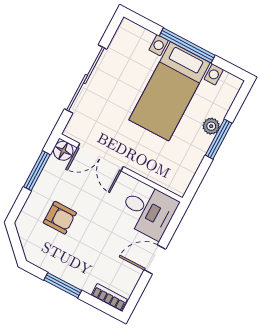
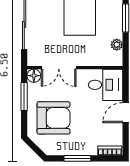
plant: (211, 126) -> (117, 45), moved
armchair: (60, 218) -> (54, 118), width x1.88, depth x1.88

